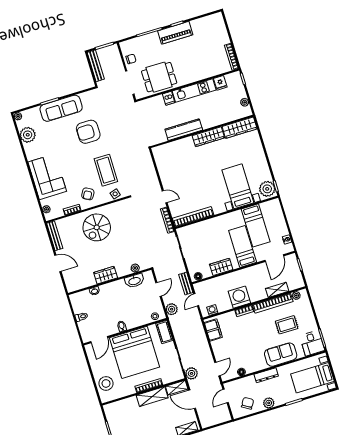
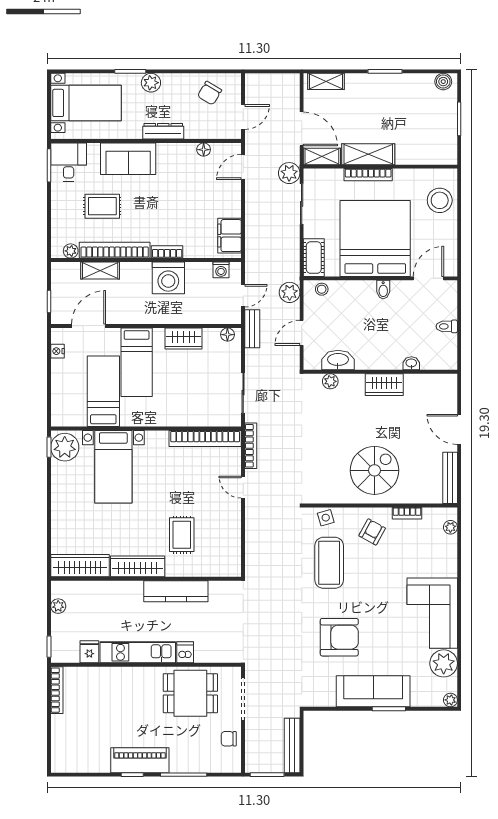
rug: (190, 161) -> (182, 535), added
corner sofa: (47, 177) -> (432, 613), moved
plant: (269, 403) -> (151, 83), moved

